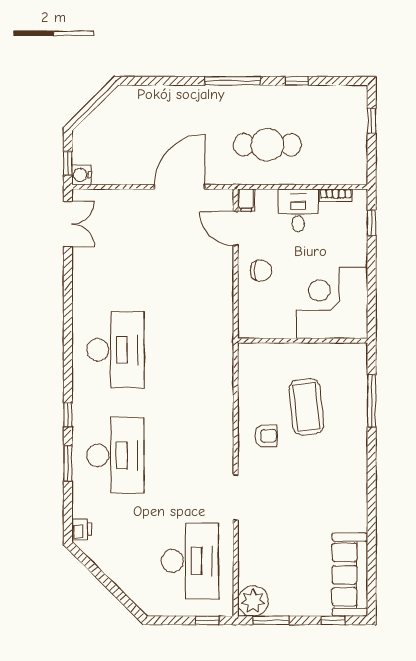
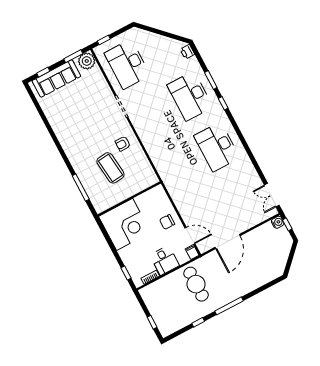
cafe table: (267, 145) -> (196, 284), turned 90
sofa: (350, 575) -> (56, 79), moved, turned 90

